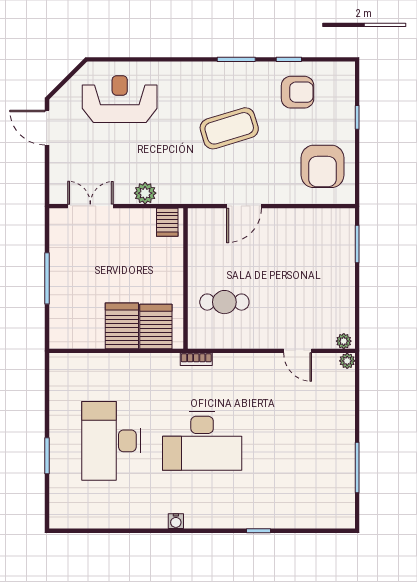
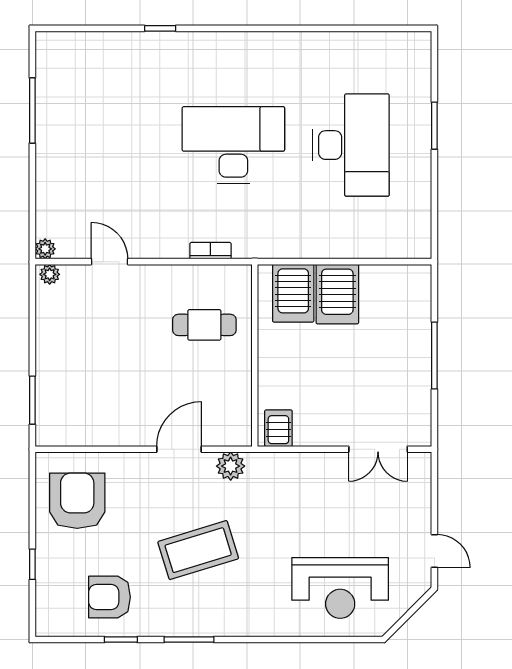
door: (47, 128) -> (434, 551), width x0.73
plant: (145, 193) -> (231, 466), moved
bookcase: (196, 359) -> (210, 251), moved
water cooler: (176, 521) -> (267, 41), removed

